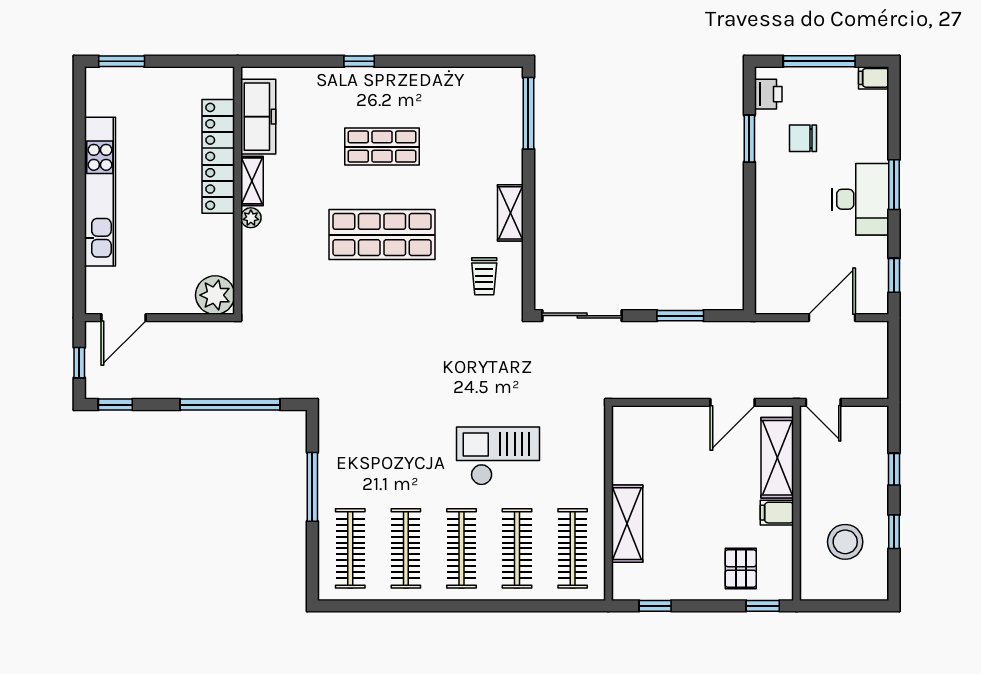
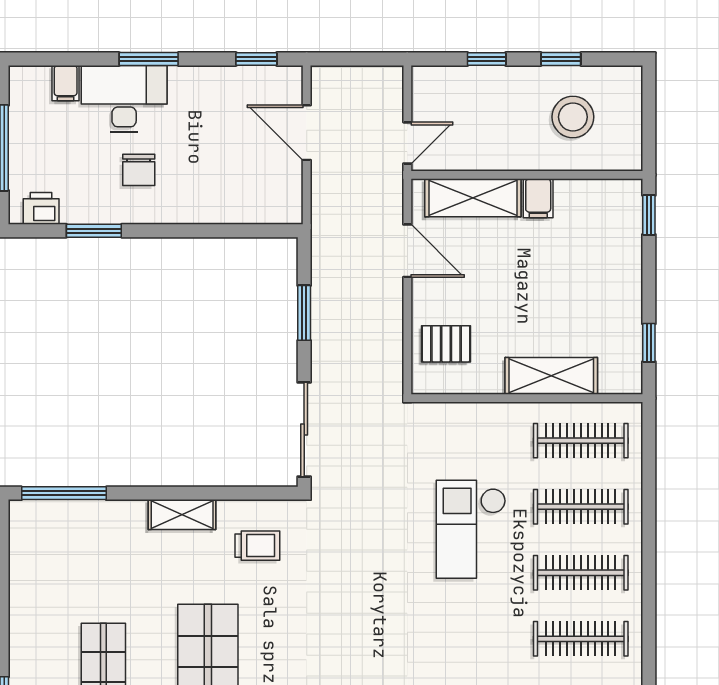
filing cabinet: (874, 78) -> (66, 83), moved
chair: (803, 138) -> (139, 170), moved
desk: (860, 199) -> (124, 99), moved
pallet: (741, 568) -> (446, 344), moved

